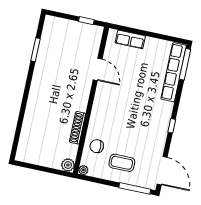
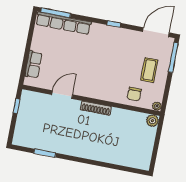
shoe rack: (78, 128) -> (96, 108), moved

